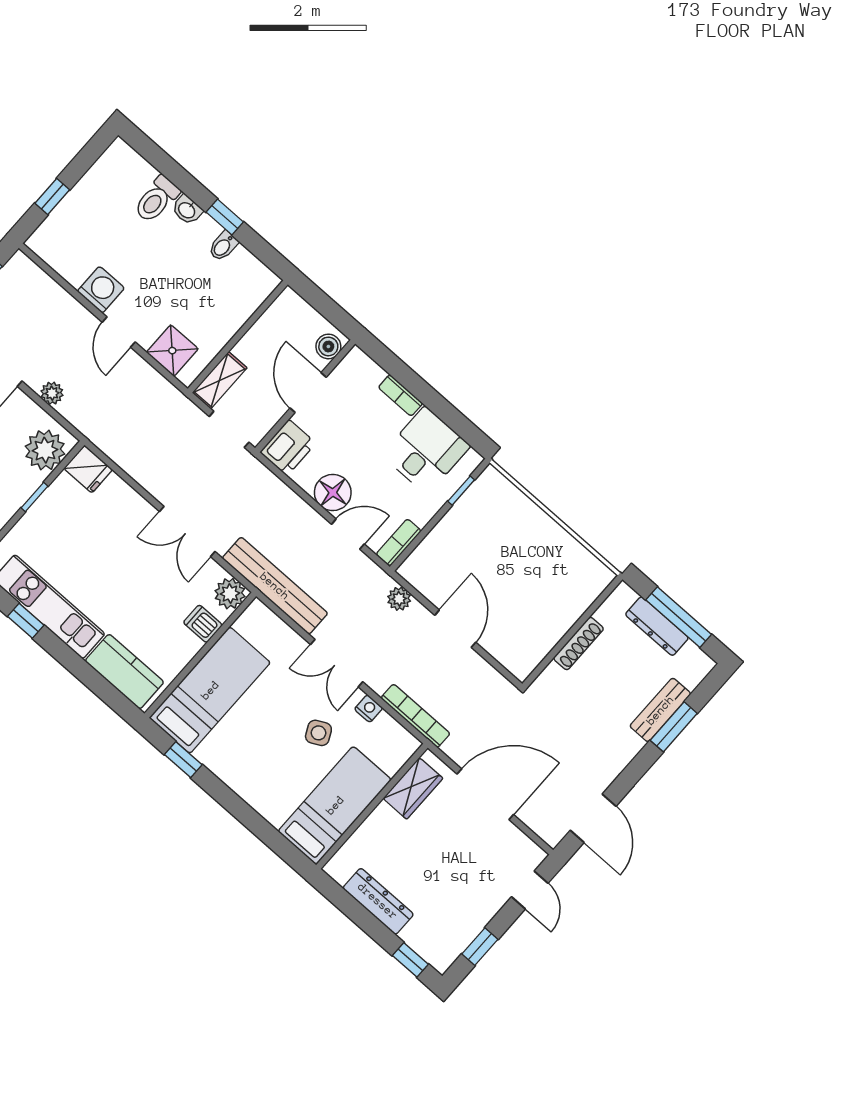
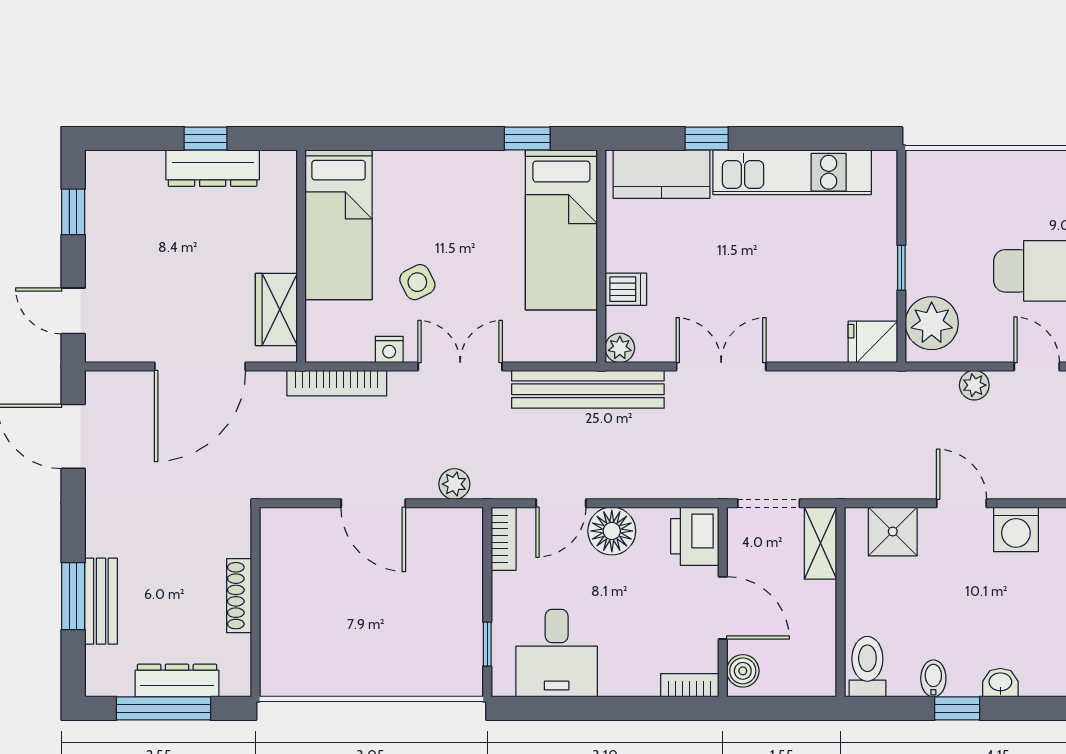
toilet: (157, 199) -> (867, 667), moved
bookcase: (400, 395) -> (690, 685), moved
plant: (230, 594) -> (620, 348), width x0.73, depth x0.73
window: (26, 621) -> (707, 139), moved
window: (410, 960) -> (206, 139), moved

